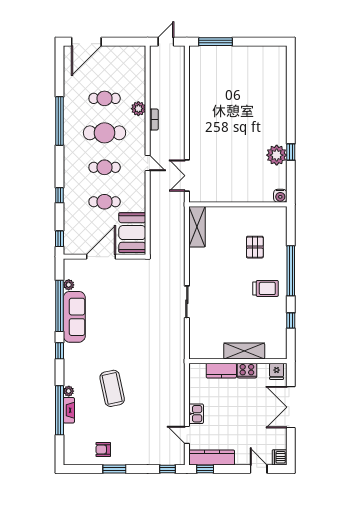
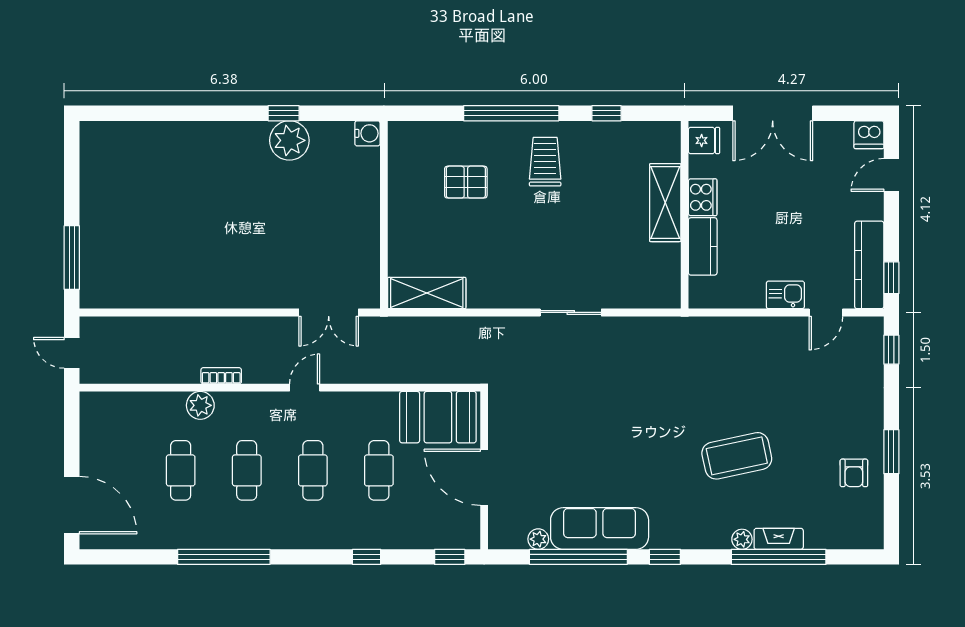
cafe table: (105, 133) -> (247, 470), width x0.73, depth x0.74

